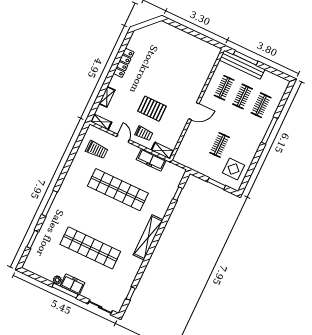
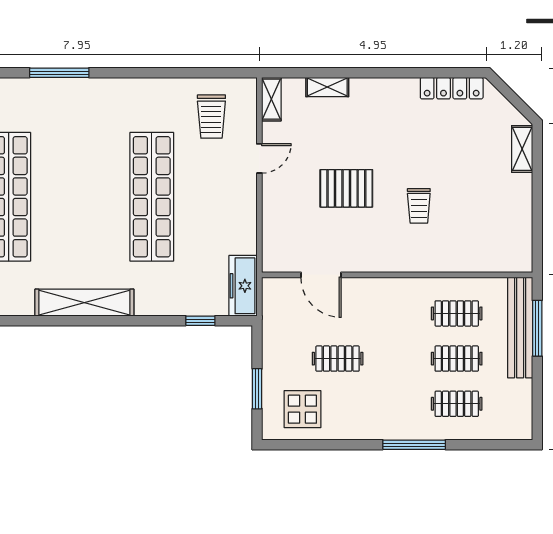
locker: (124, 63) -> (452, 88), moved
pallet: (152, 109) -> (346, 188), turned 90
door: (194, 111) -> (321, 275), moved
trolley: (144, 133) -> (419, 206), moved
shelving: (162, 151) -> (522, 149), moved
freezer: (151, 160) -> (243, 286), moved

